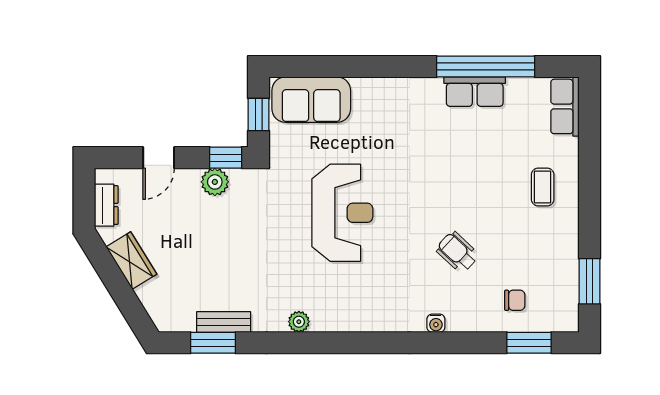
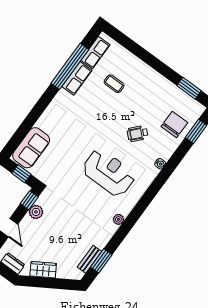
row of seats: (565, 106) -> (95, 53), moved, turned -90
coffee table: (543, 187) -> (114, 84), moved
reception desk: (342, 213) -> (109, 173), moved
chair: (515, 300) -> (174, 125), width x1.87, depth x1.87
bench: (224, 322) -> (89, 259), moved

